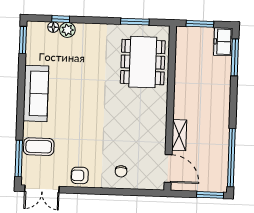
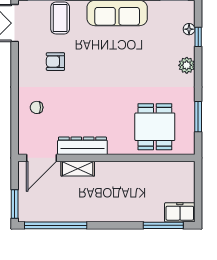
window: (200, 24) -> (198, 187), removed
plant: (67, 30) -> (187, 65), moved
dining table: (143, 62) -> (155, 127), width x0.73
dresser: (158, 130) -> (82, 146), added
armchair: (80, 175) -> (55, 62), moved, turned -90

